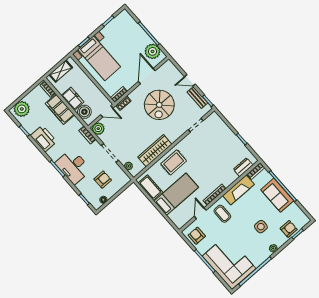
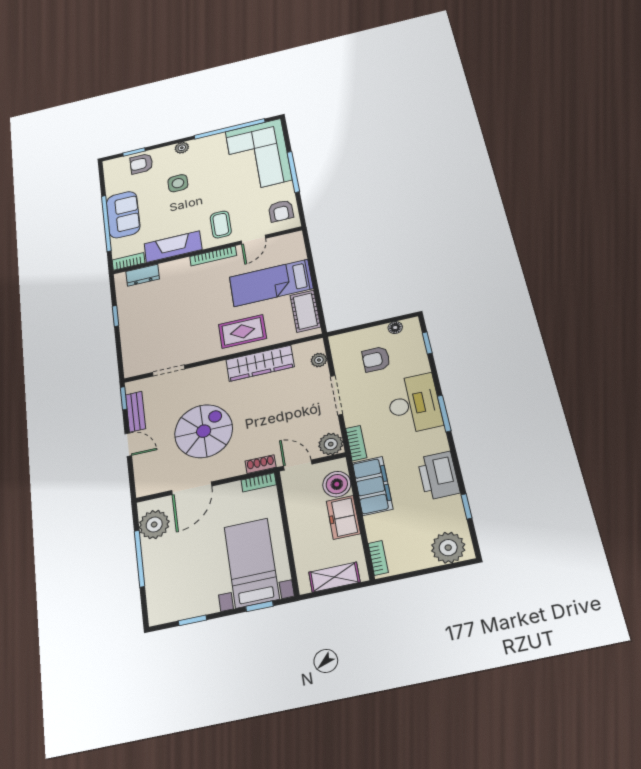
filing cabinet: (60, 109) -> (373, 486), moved

